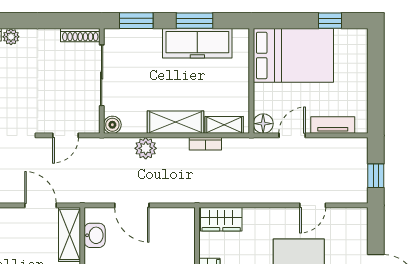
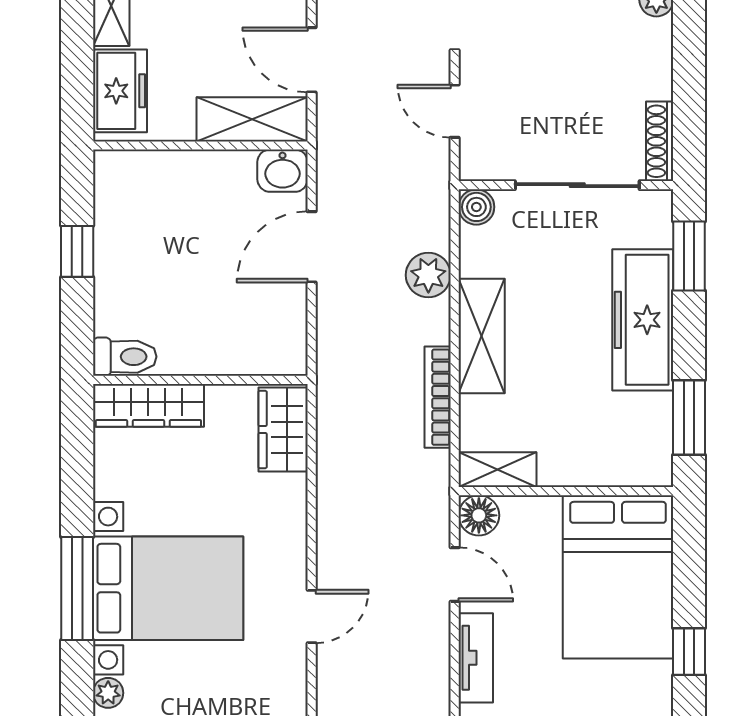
window: (195, 21) -> (689, 417), moved
freezer: (197, 43) -> (643, 320), moved
shelving: (224, 125) -> (498, 470), moved, turned 90
bookcase: (205, 144) -> (438, 397), width x1.56
door: (40, 205) -> (312, 60), swing flipped
door: (313, 205) -> (312, 616), swing flipped
washbasin: (95, 235) -> (283, 171), moved

